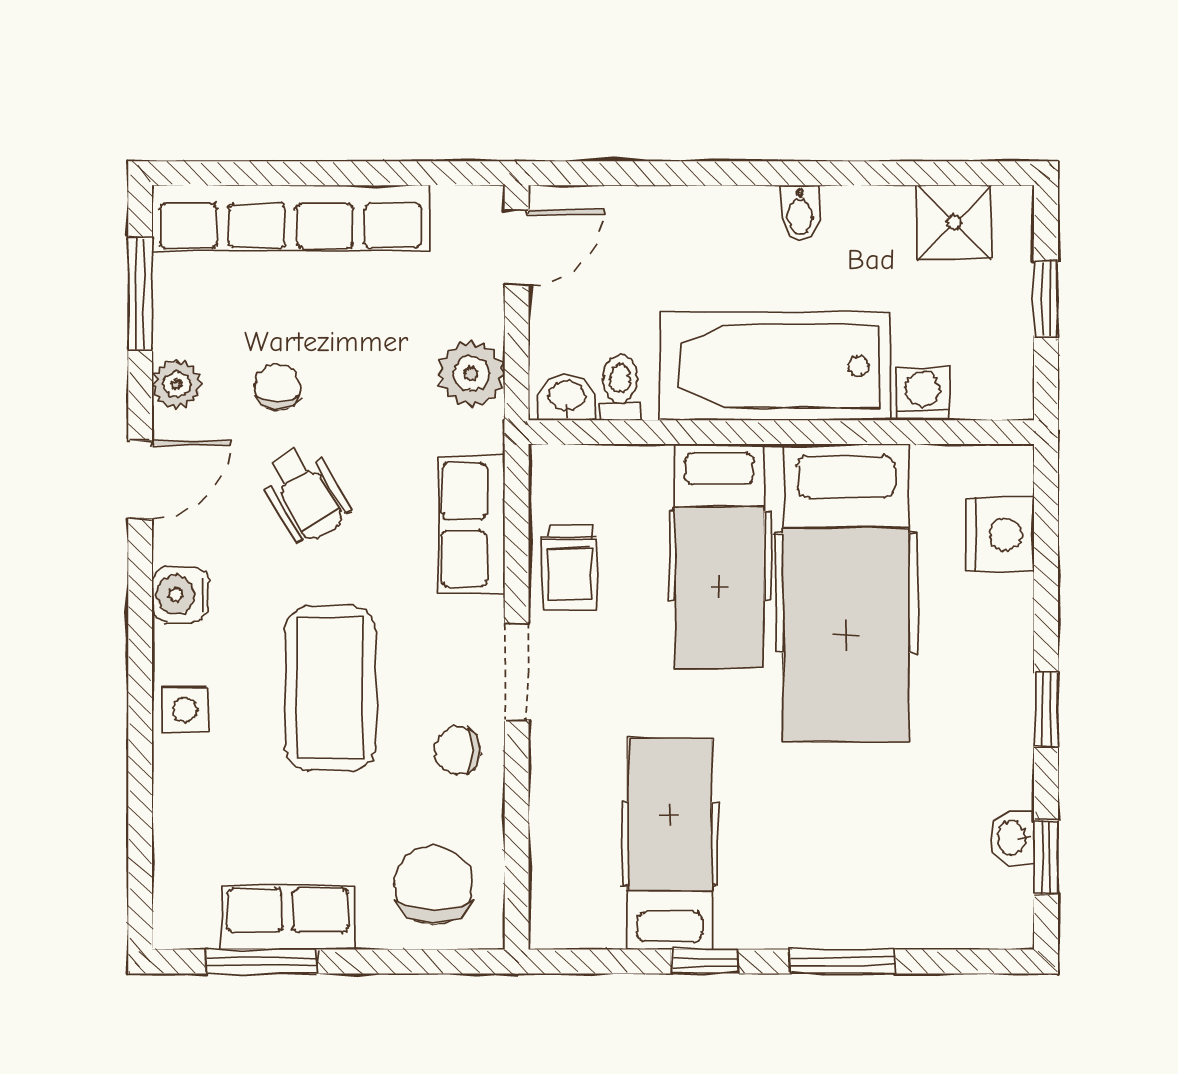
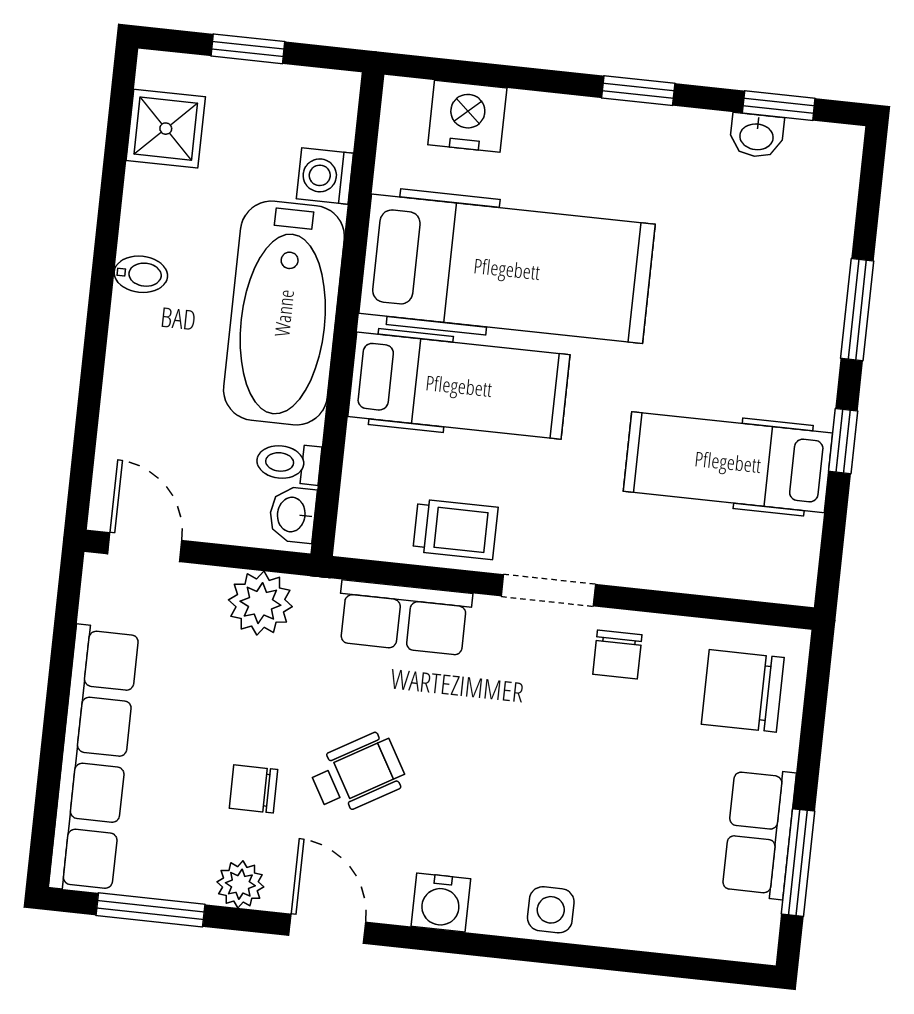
coffee table: (330, 688) -> (545, 769), removed

